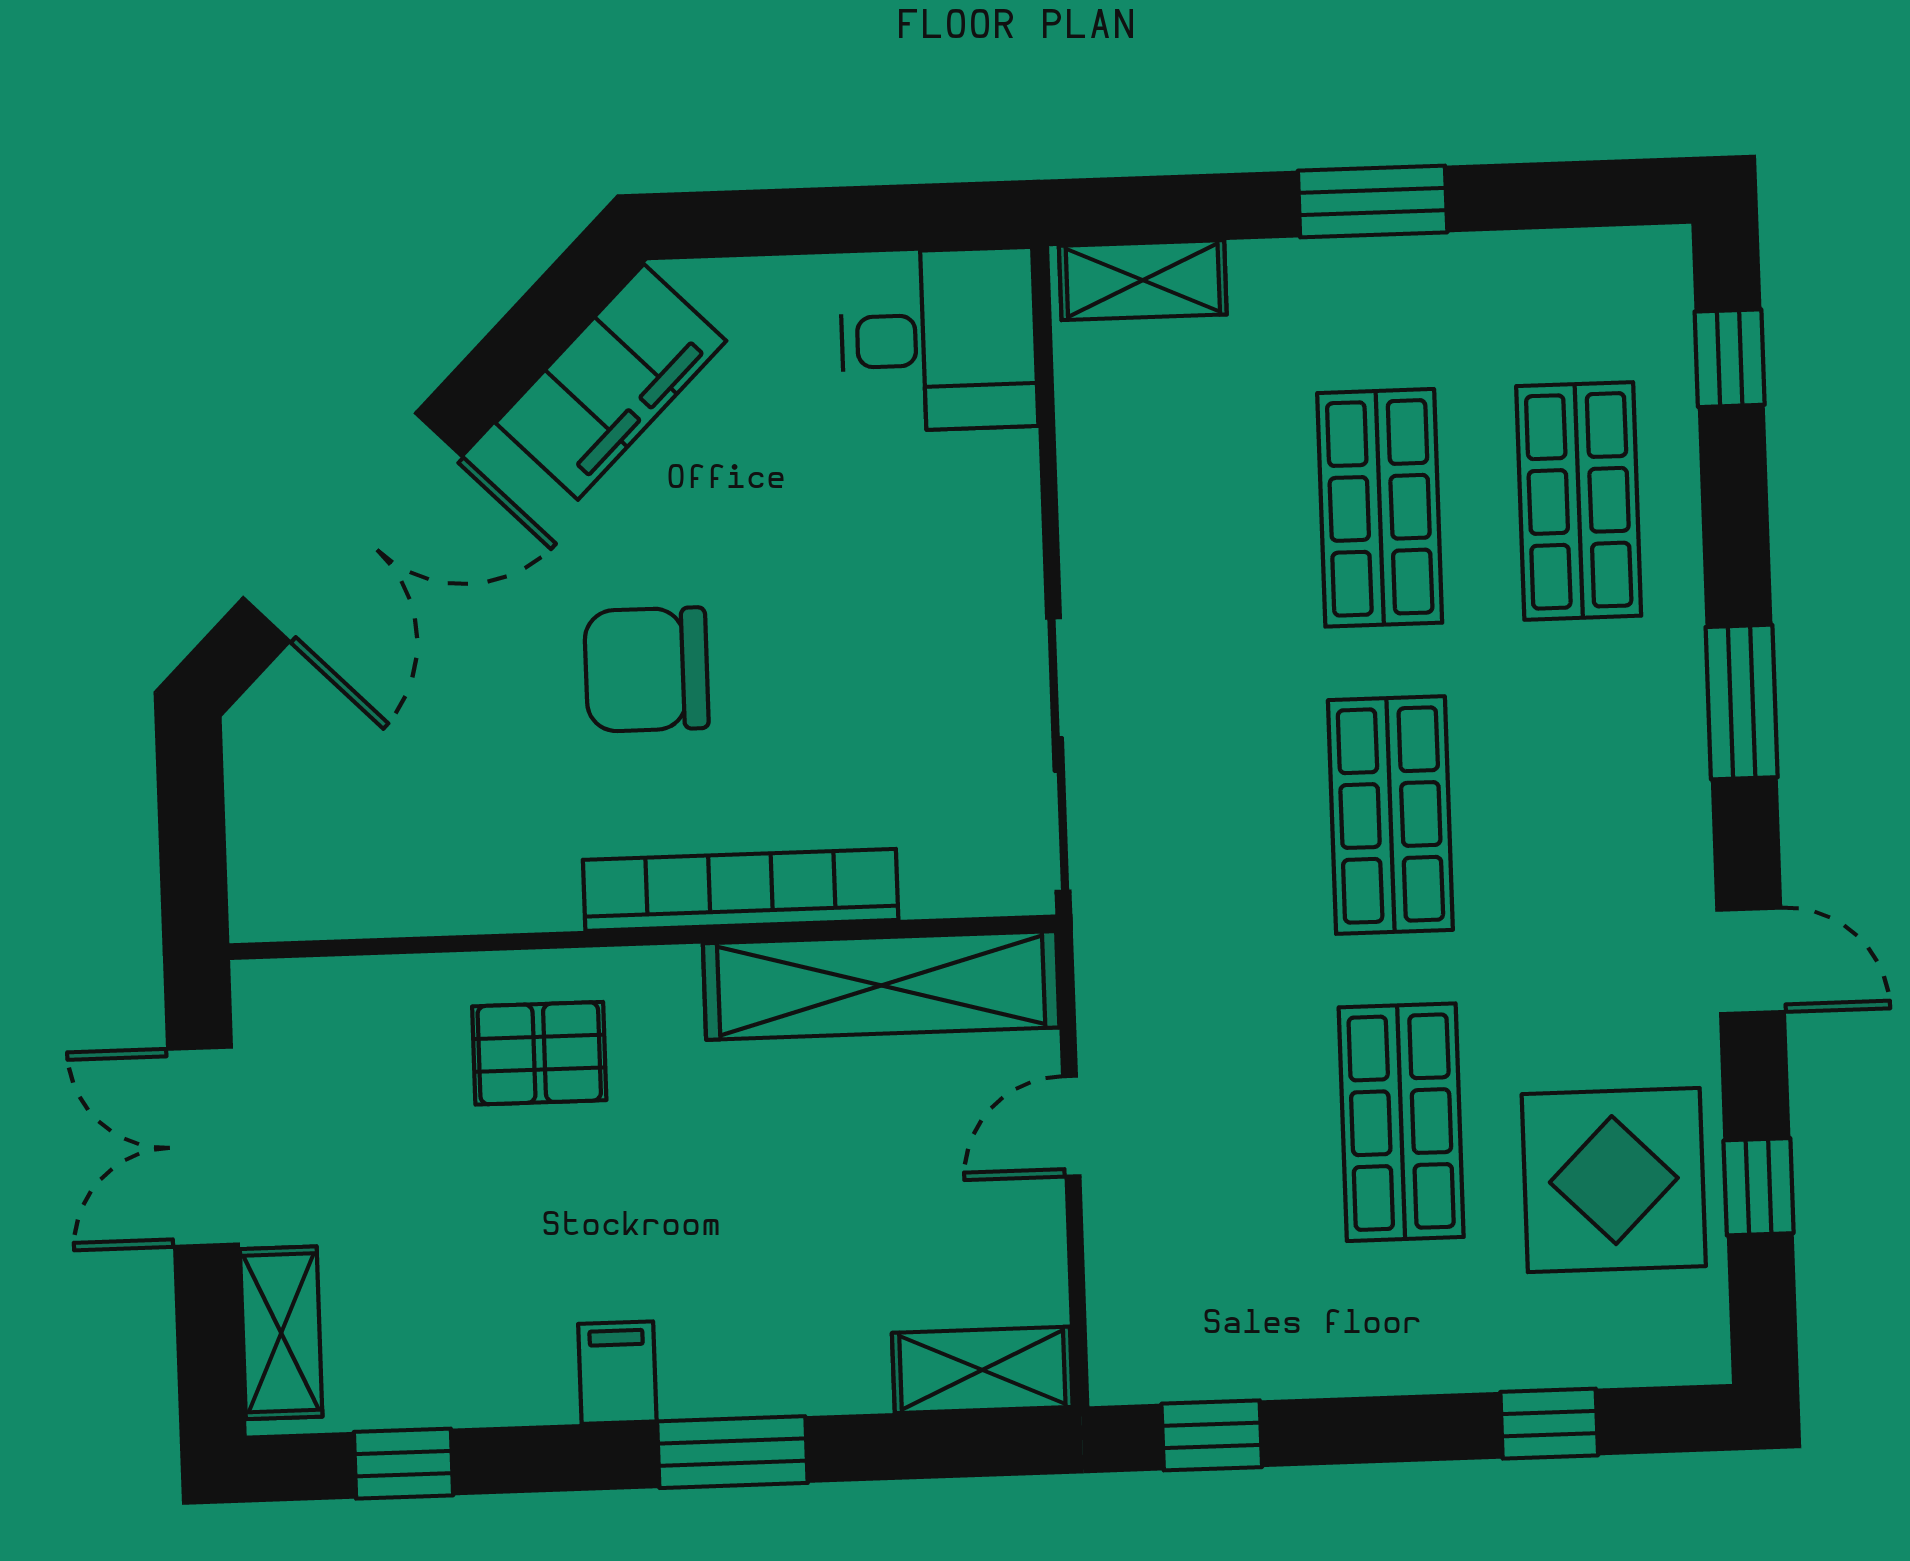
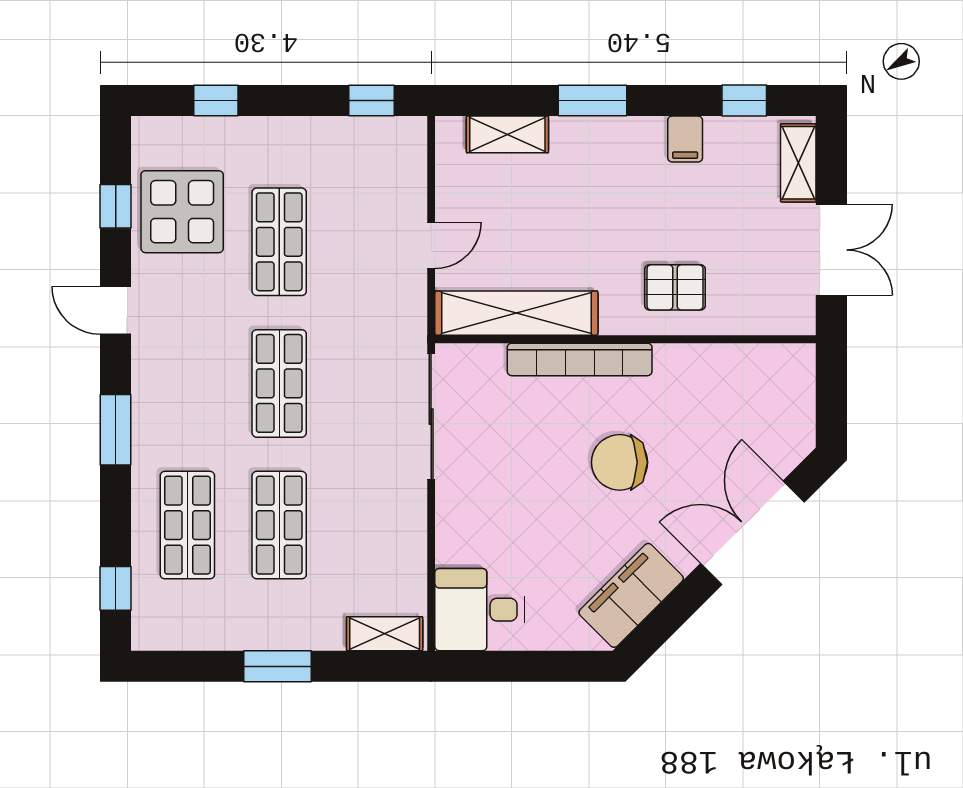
chair: (646, 670) -> (619, 462), turned 180
shelving: (982, 1370) -> (507, 134), moved
filing cabinet: (617, 1373) -> (685, 139), moved

